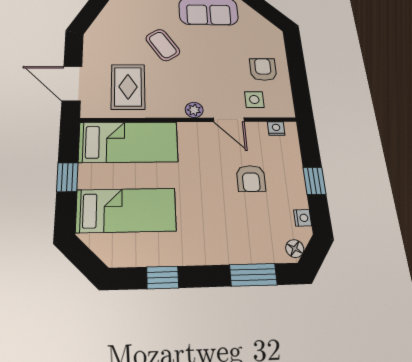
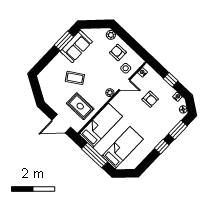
plant: (275, 40) -> (111, 35), added
window: (67, 177) -> (94, 155), width x2.17
window: (163, 277) -> (162, 147), moved

